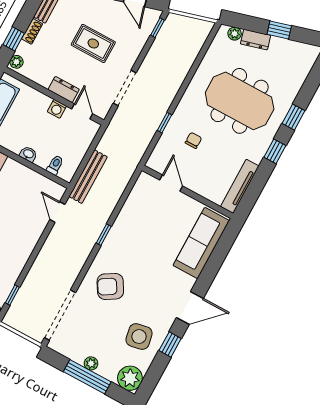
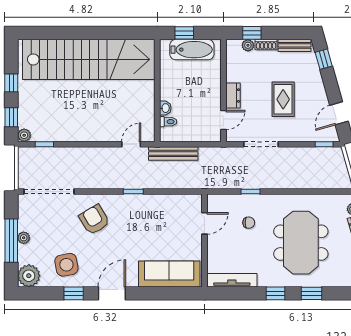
plant: (16, 62) -> (248, 45), moved
washing machine: (57, 109) -> (214, 99), removed
washbasin: (28, 154) -> (165, 108), moved
door: (190, 308) -> (112, 293), swing flipped

